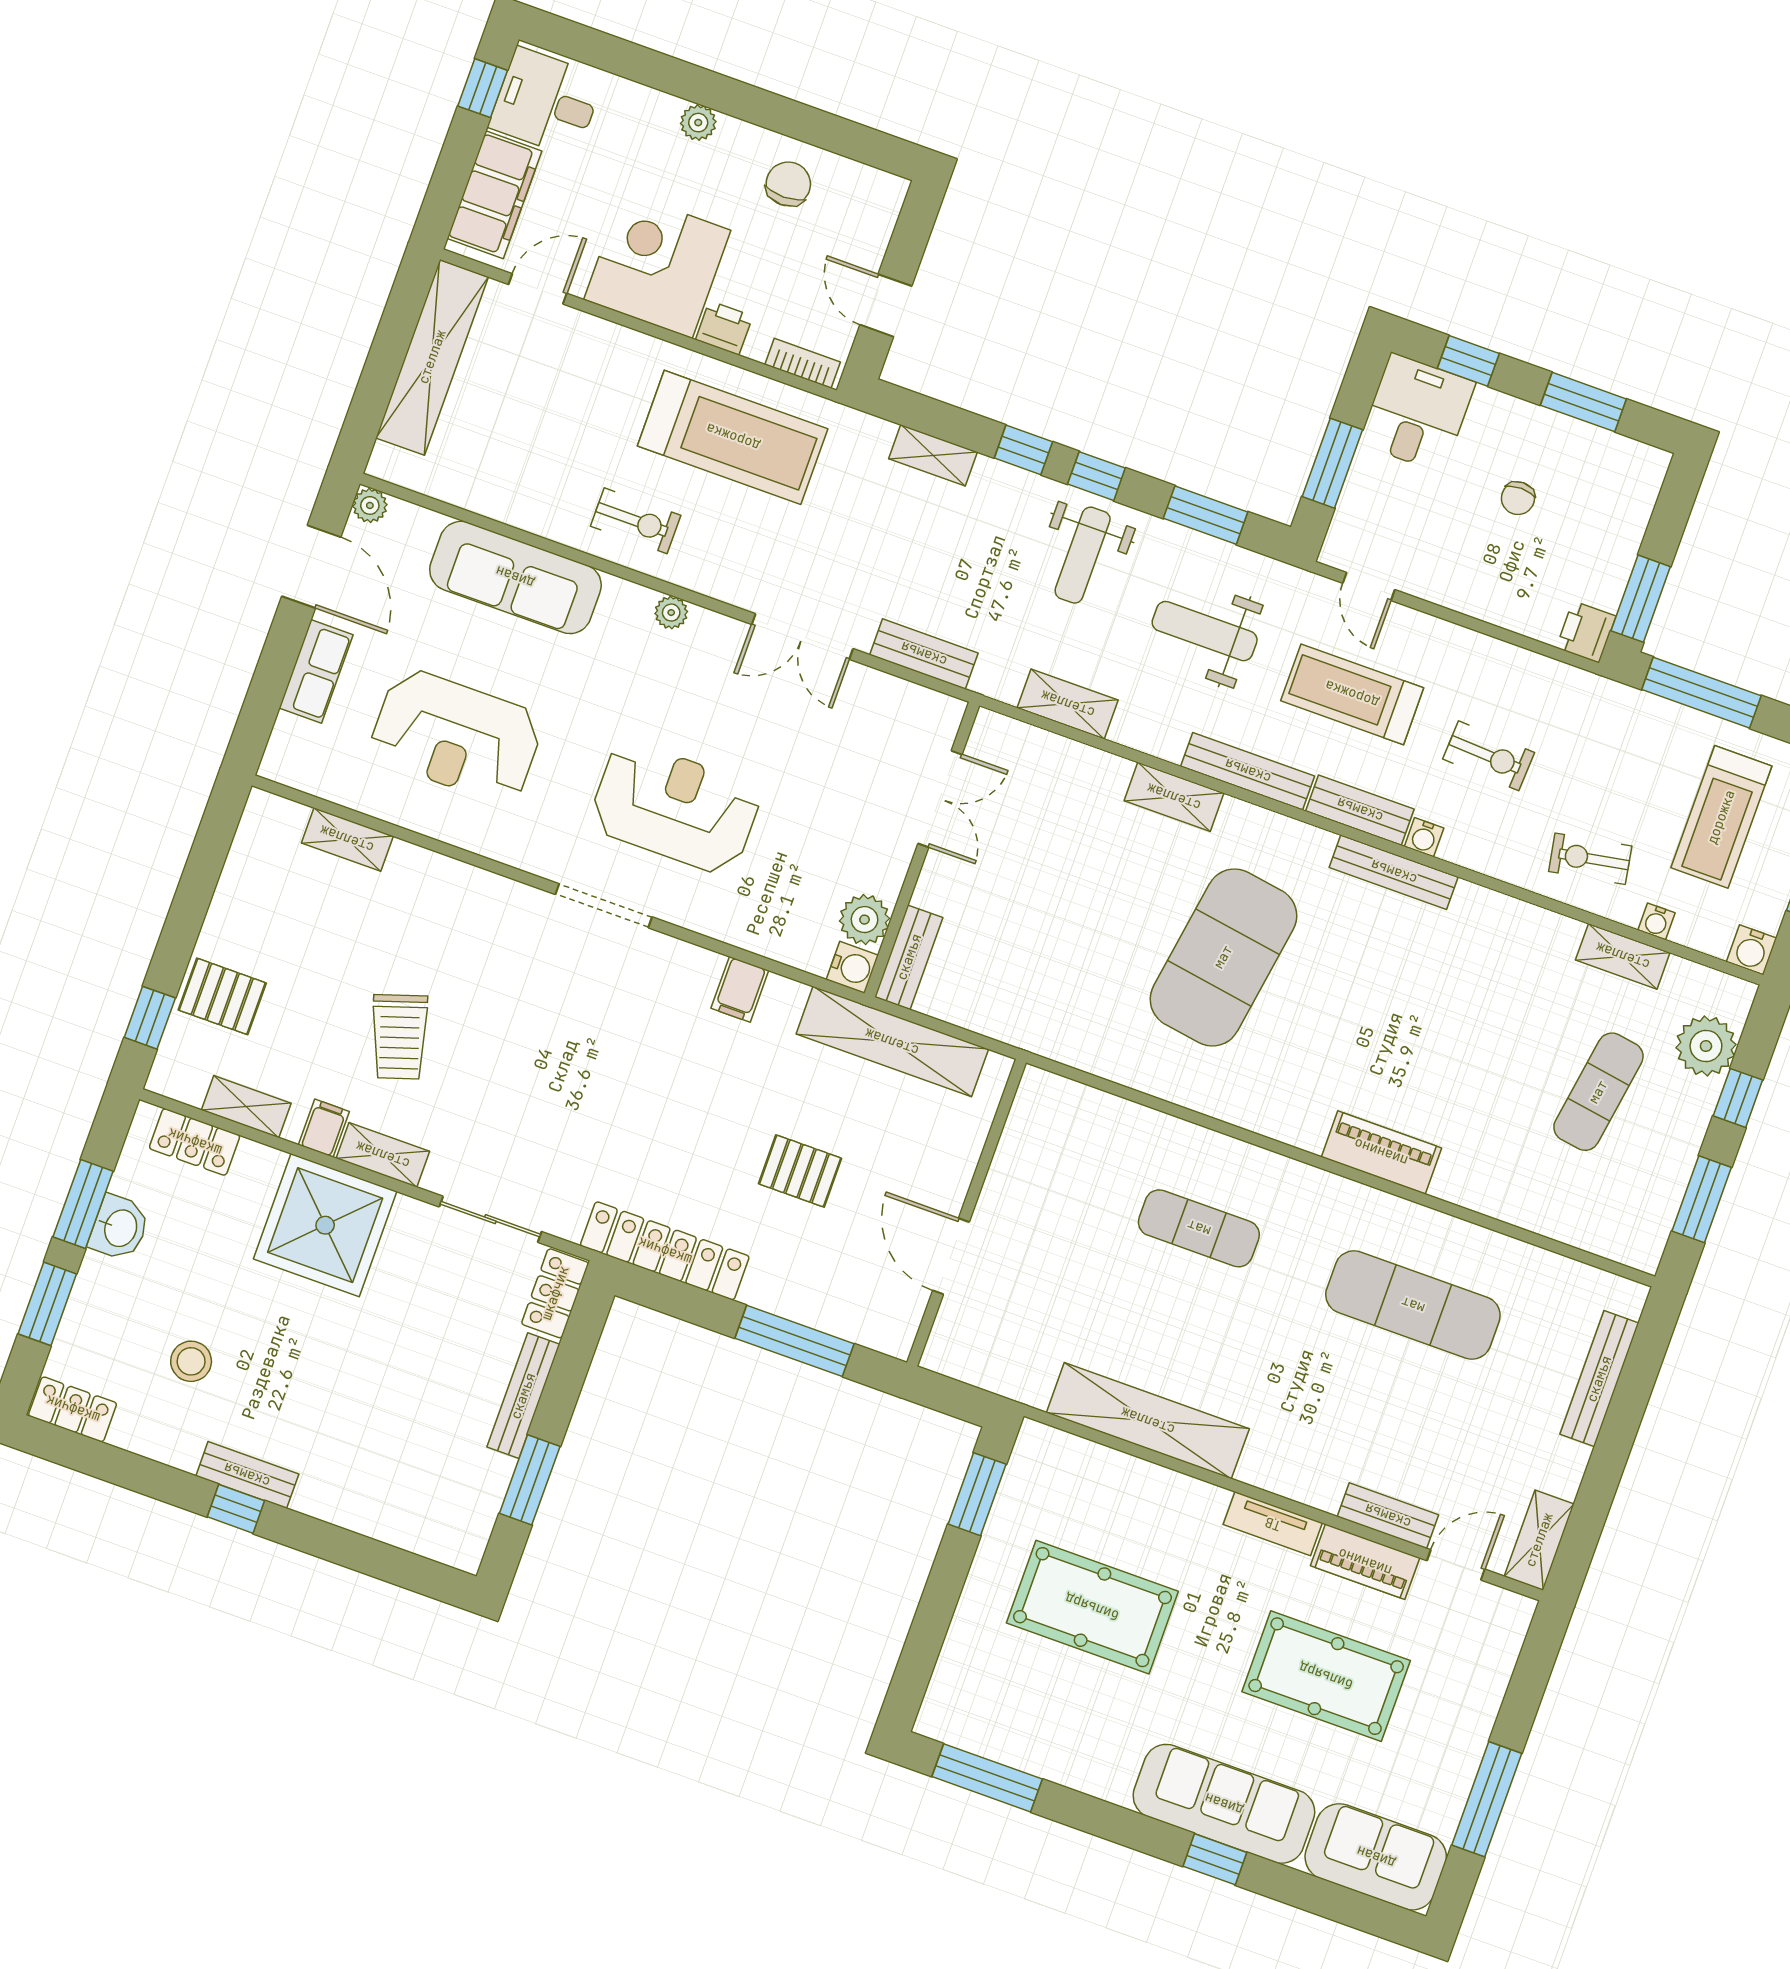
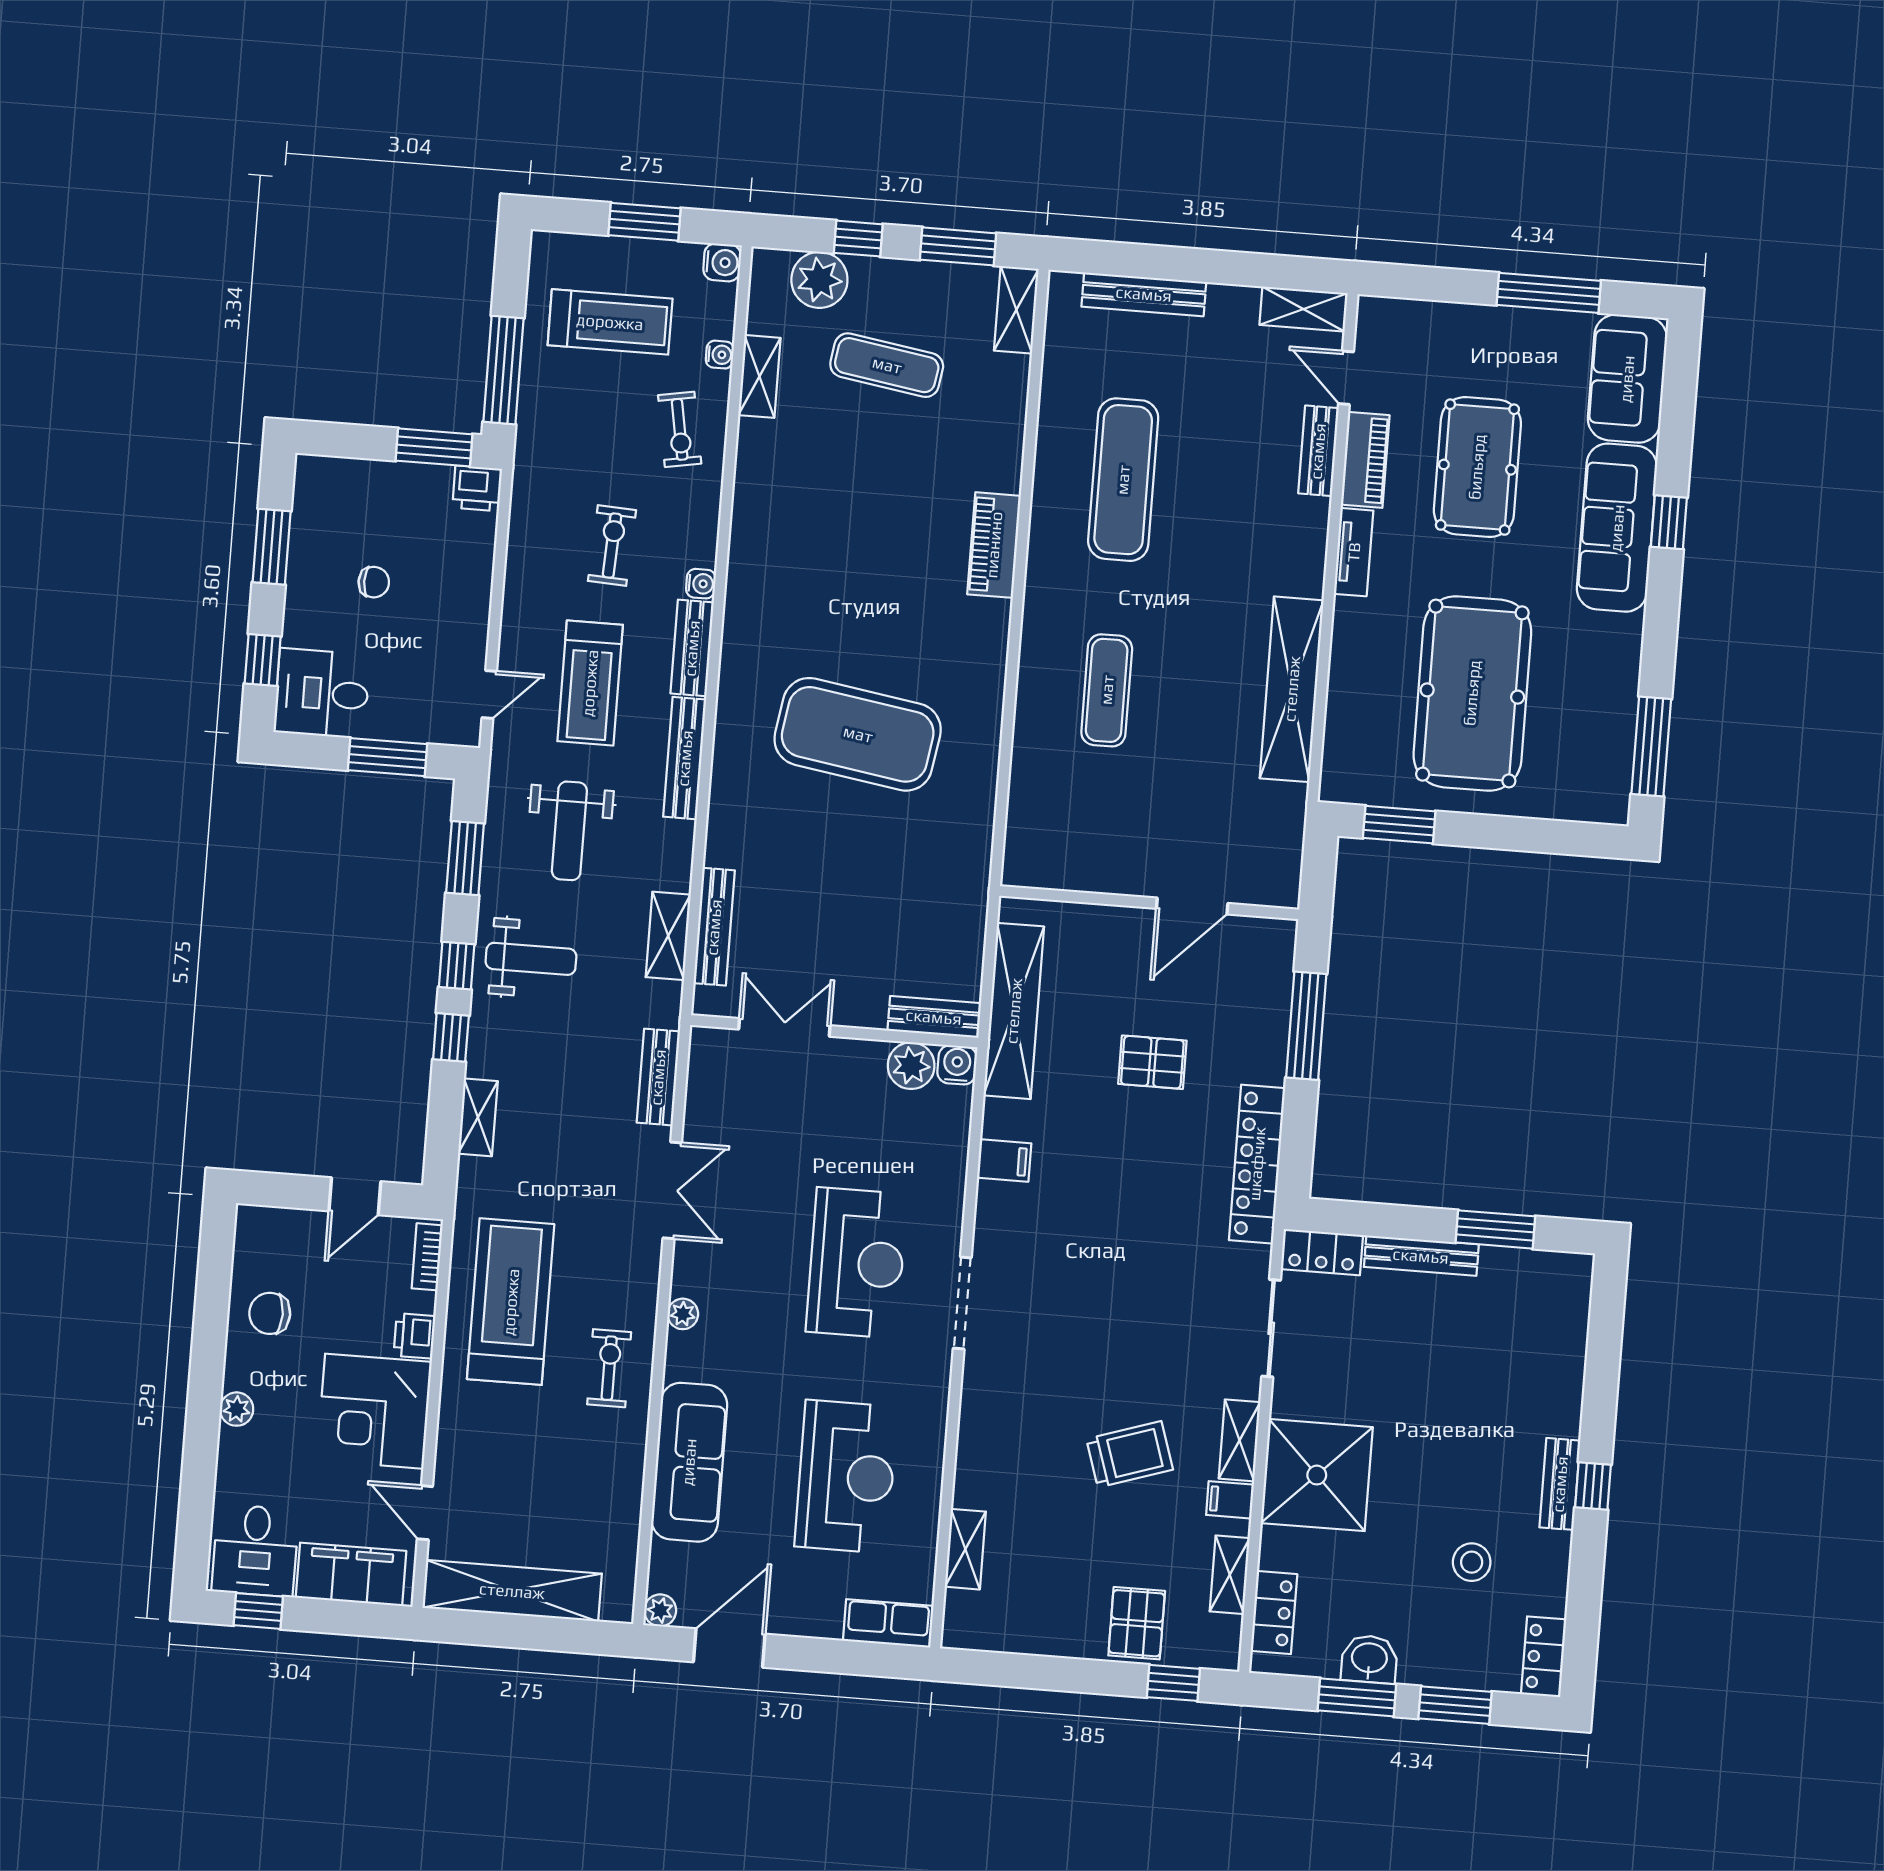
row of seats: (316, 671) -> (888, 1623), moved
shelving: (1174, 797) -> (1016, 310), moved
reception desk: (675, 807) -> (857, 1263), turned 180
bench: (1394, 872) -> (714, 927), moved
pallet: (800, 1171) -> (1152, 1062), turned 90
pool table: (1092, 1607) -> (1472, 693), width x1.36, depth x1.32

